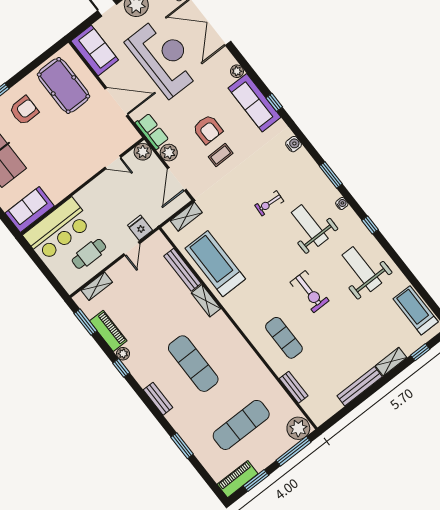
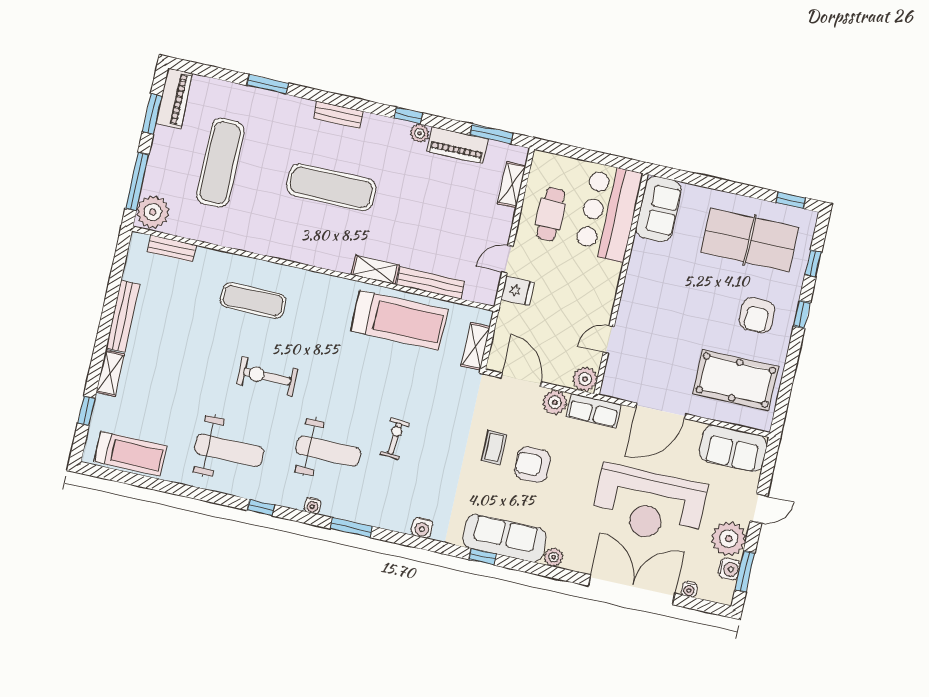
door: (132, 249) -> (507, 259), hinge flipped
bench: (294, 387) -> (172, 248), moved

